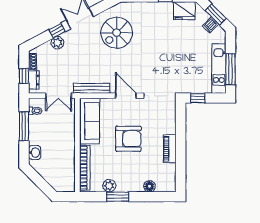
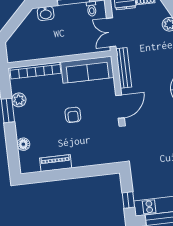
window: (198, 98) -> (128, 200), moved
armchair: (128, 139) -> (73, 115), width x0.53, depth x0.53
piano: (170, 149) -> (56, 163), moved

